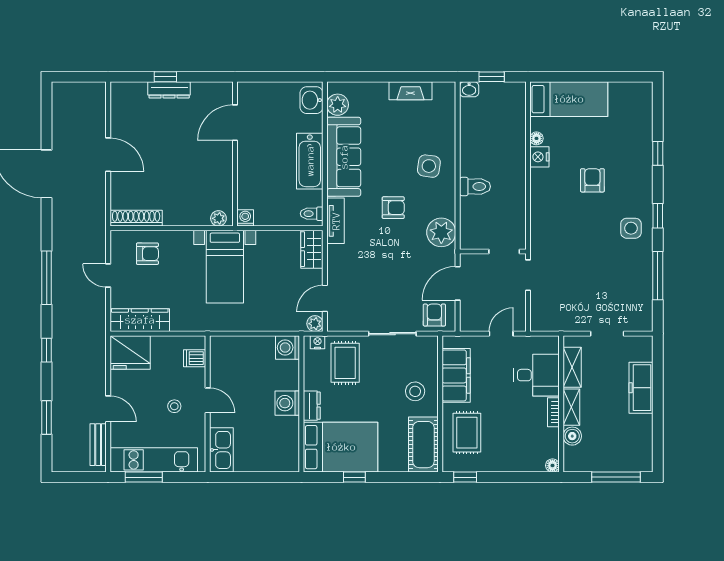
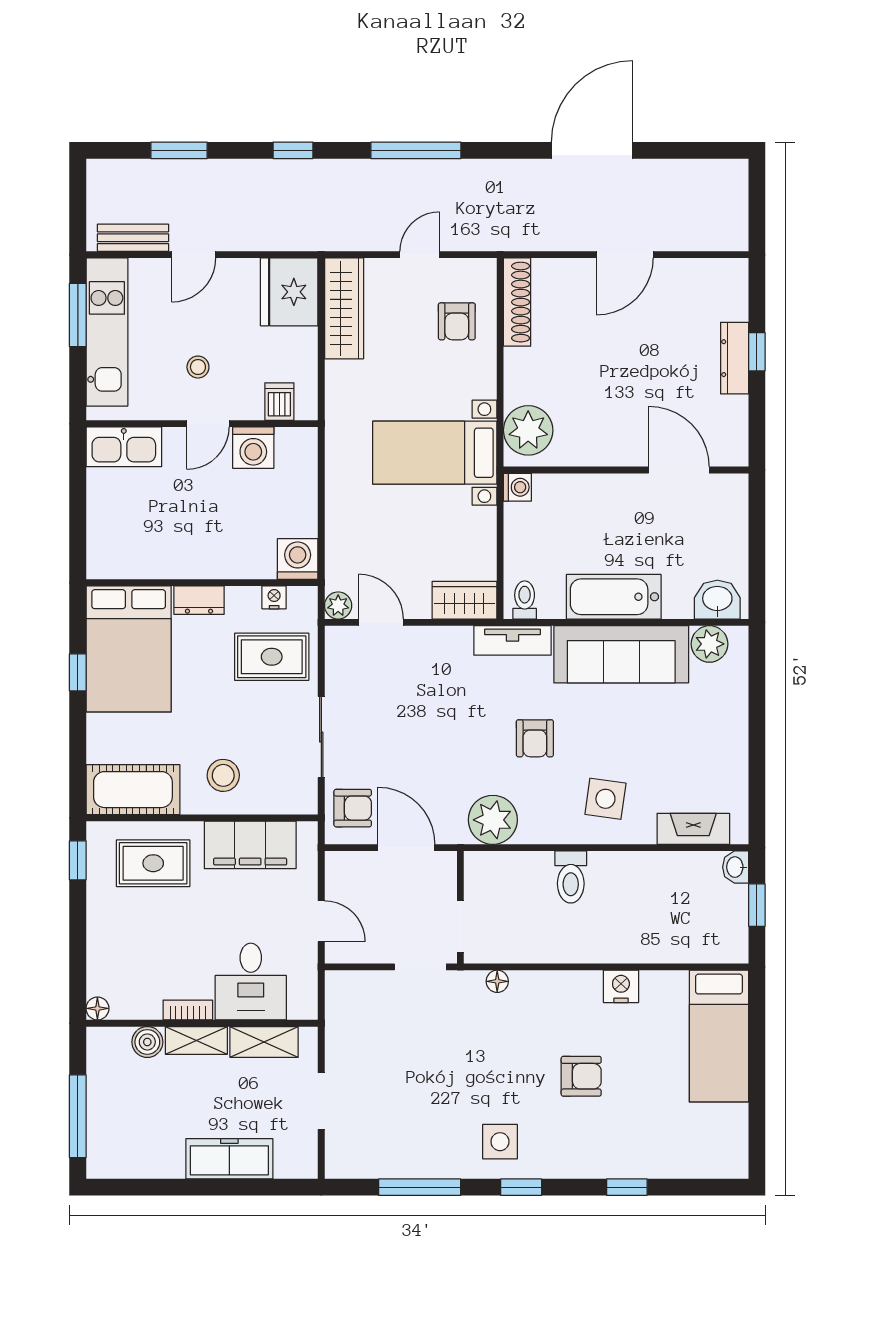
fireplace: (410, 91) -> (693, 829), moved, turned 90
floor lamp: (536, 138) -> (497, 981), moved
plant: (218, 218) -> (528, 430), width x1.87, depth x1.87
nightstand: (318, 342) -> (274, 597), moved, turned -90
washing machine: (287, 403) -> (253, 448), moved, turned 180

